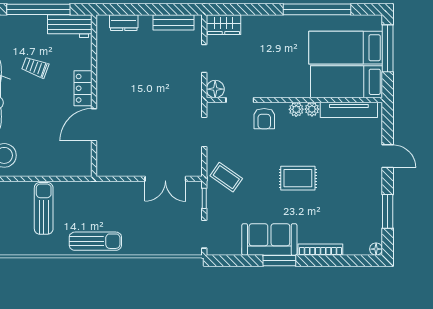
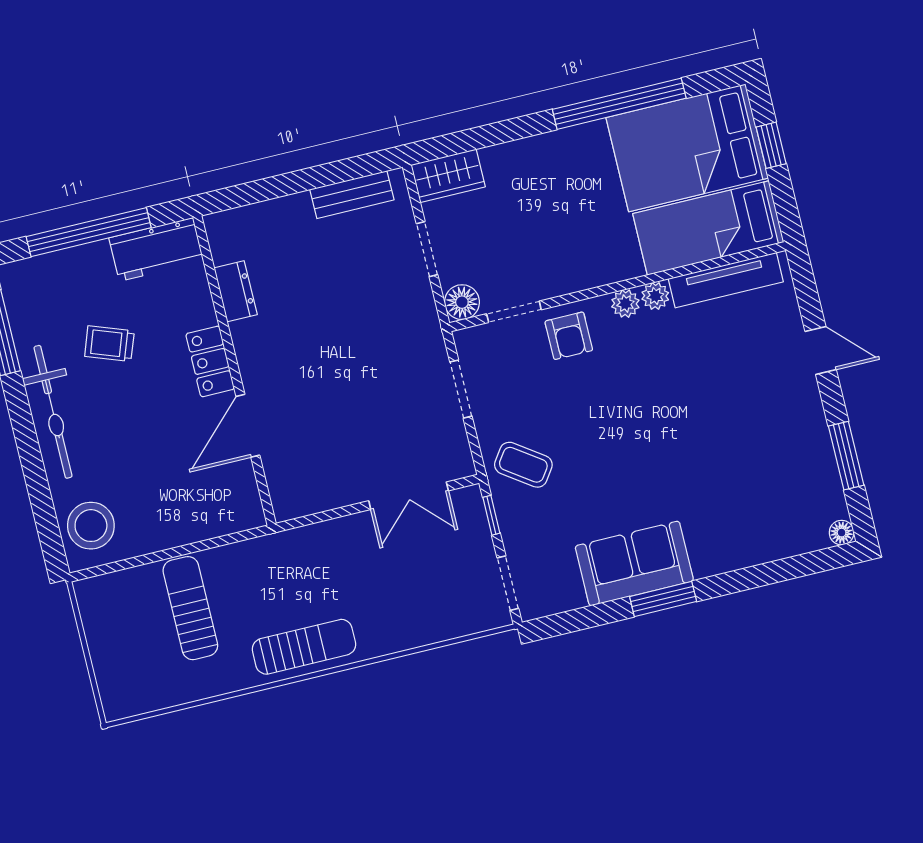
dresser: (124, 23) -> (236, 291), moved, turned -90
bed: (346, 48) -> (687, 148), width x1.50
window: (388, 48) -> (771, 145), width x0.46
rug: (298, 178) -> (660, 434), removed
bookcase: (320, 250) -> (736, 559), removed

